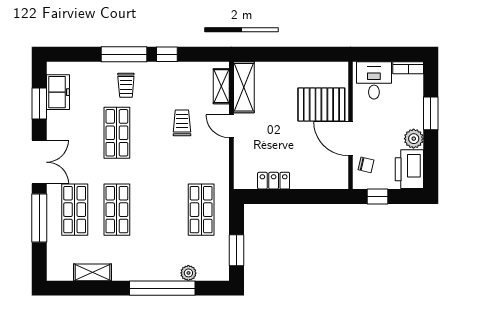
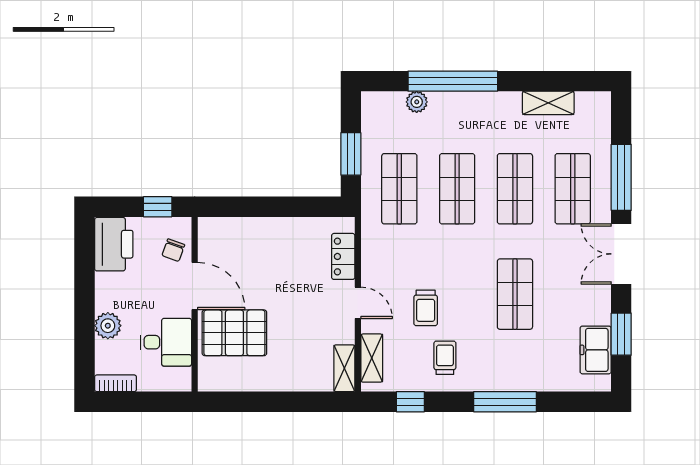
window: (167, 54) -> (410, 402), moved
desk: (374, 80) -> (166, 342), moved, turned -90
trolley: (126, 85) -> (445, 358), moved
shelving: (244, 87) -> (344, 368), width x0.67, depth x0.75
window: (431, 113) -> (85, 321), removed
plant: (414, 139) -> (108, 326), moved
chair: (366, 165) -> (173, 250), turned -83
locker: (274, 181) -> (343, 256), moved, turned 90
shop shelf: (159, 210) -> (457, 189), added
window: (236, 250) -> (351, 154), moved

